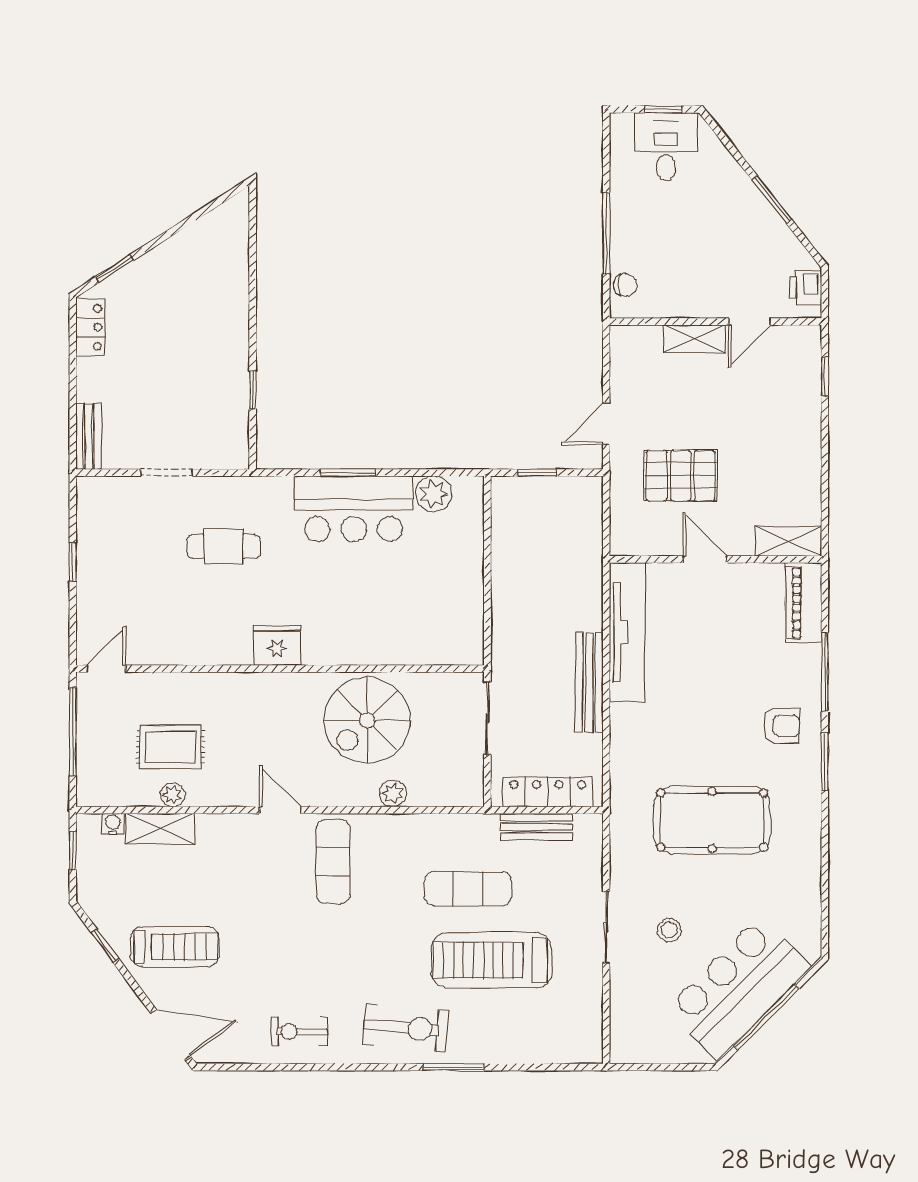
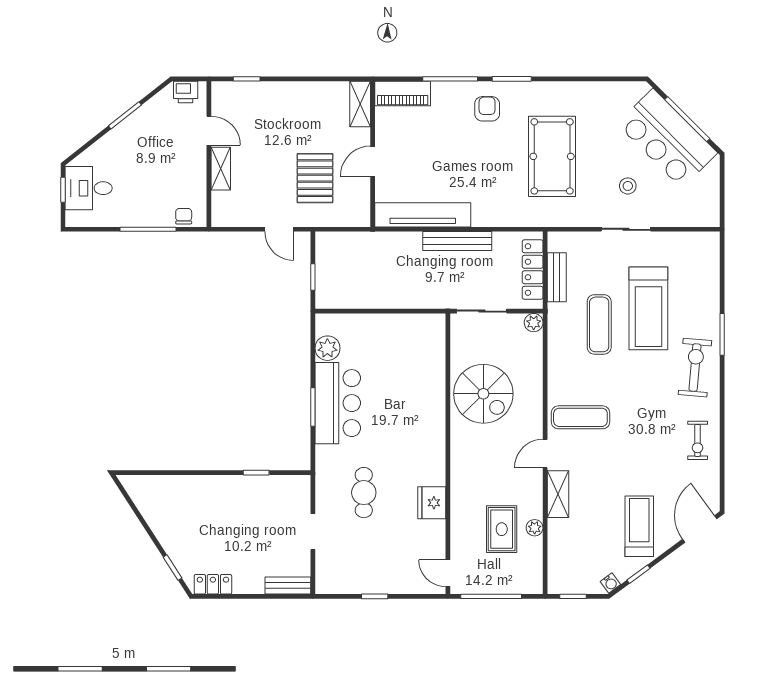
fridge: (277, 645) -> (432, 503), moved
plant: (393, 793) -> (534, 323), moved
water cooler: (113, 824) -> (610, 583), moved, turned -126
shelving: (160, 829) -> (558, 494), moved

